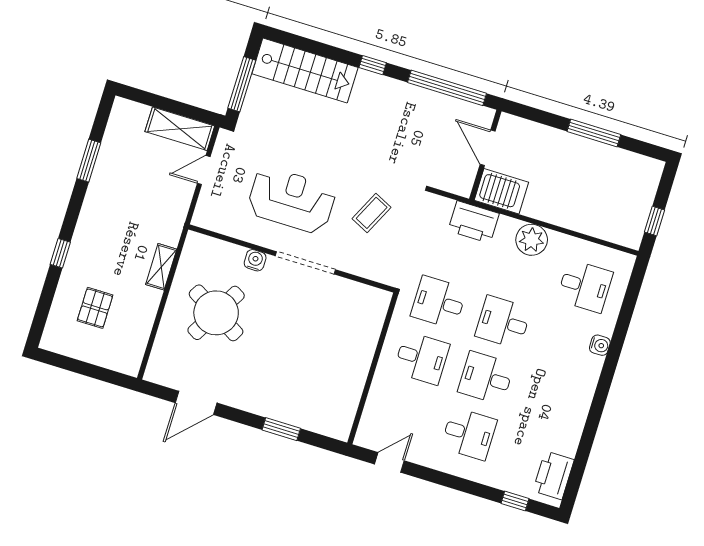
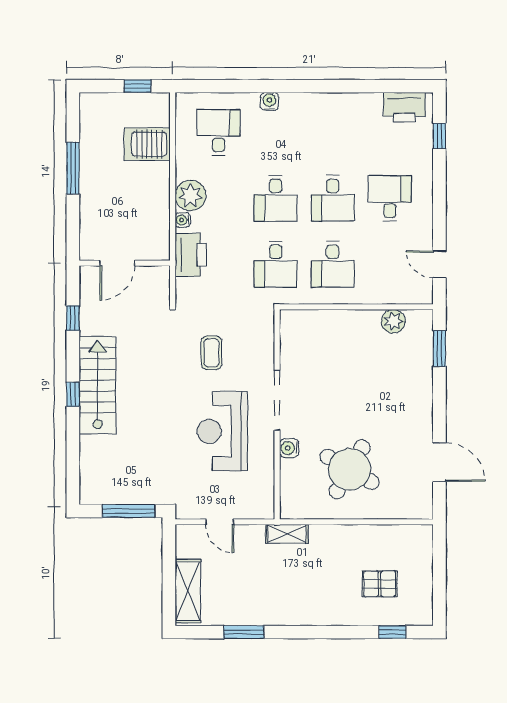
stairs: (305, 71) -> (98, 385), moved
window: (447, 88) -> (73, 318), width x0.32
shelving: (180, 129) -> (188, 591), moved
server rack: (501, 191) -> (147, 144), moved, turned -90
coffee table: (372, 213) -> (211, 353), turned 64
water cooler: (510, 225) -> (183, 220), added
window: (60, 253) -> (392, 632), moved
shelving: (161, 267) -> (287, 534), moved
desk: (422, 358) -> (333, 264), turned 180
plant: (348, 400) -> (393, 321), added
window: (281, 429) -> (439, 349), moved

